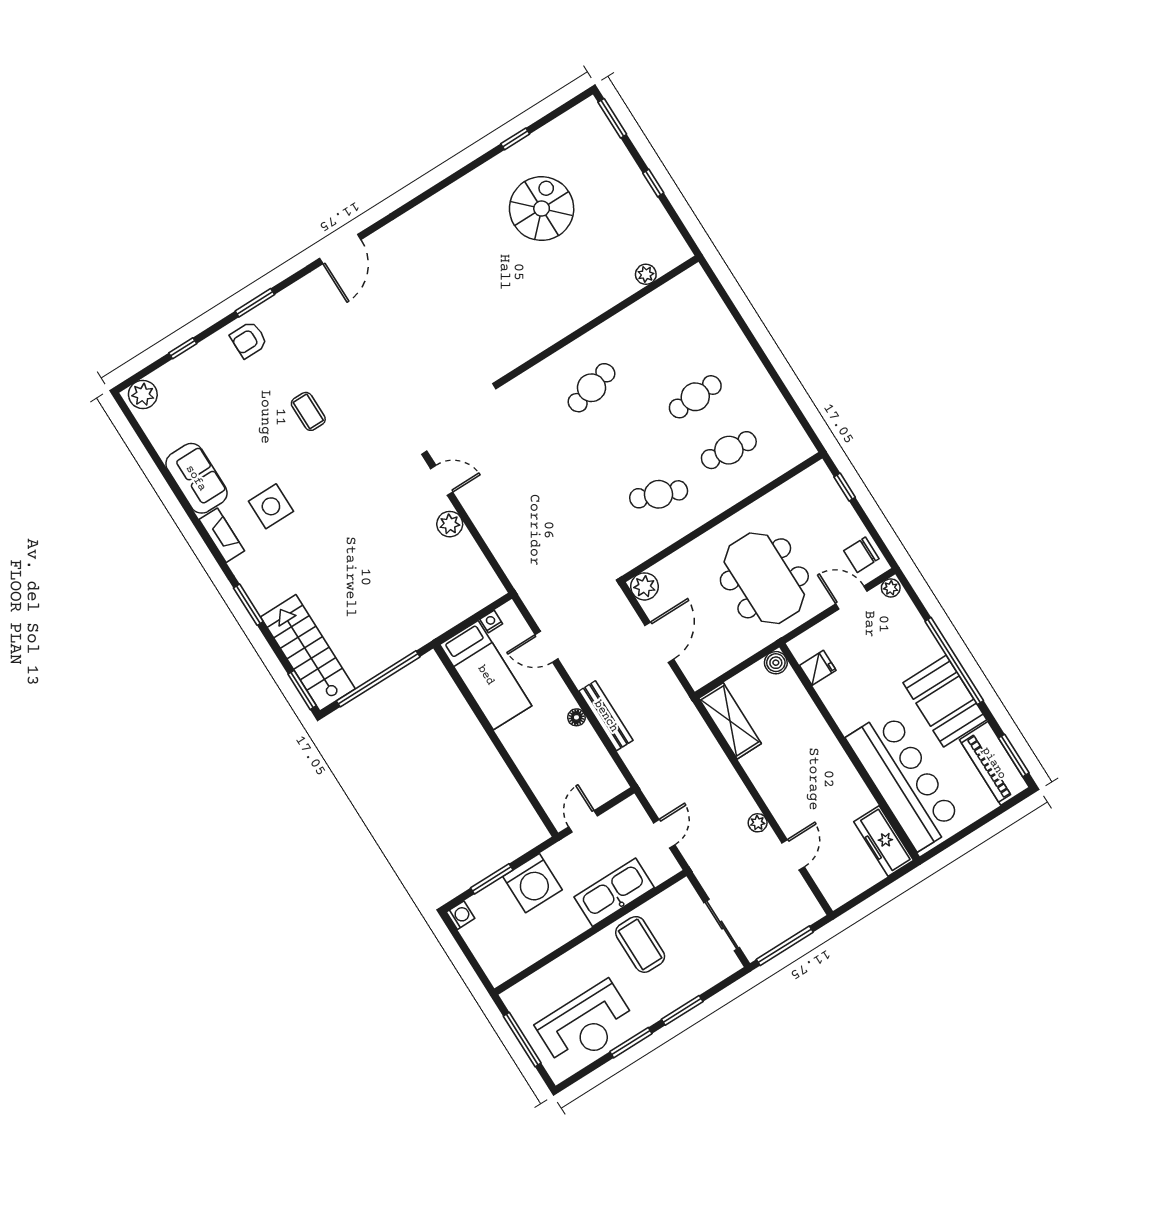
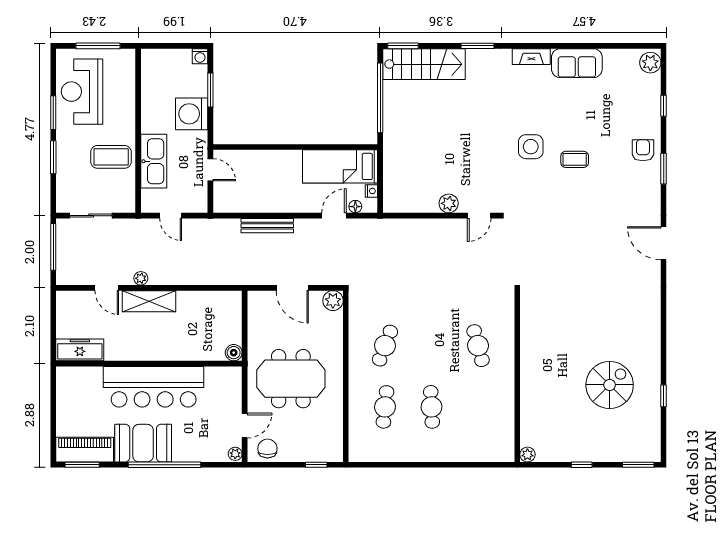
spiral stairs: (542, 209) -> (610, 385), turned -90
plant: (646, 274) -> (527, 455), moved
side table: (271, 506) -> (531, 147), moved
fridge: (818, 668) -> (214, 377), removed
floor lamp: (576, 717) -> (355, 207), moved
shelving: (730, 721) -> (149, 301), moved
bar counter: (904, 780) -> (154, 387), moved

